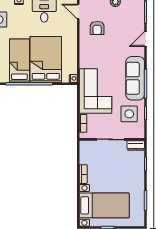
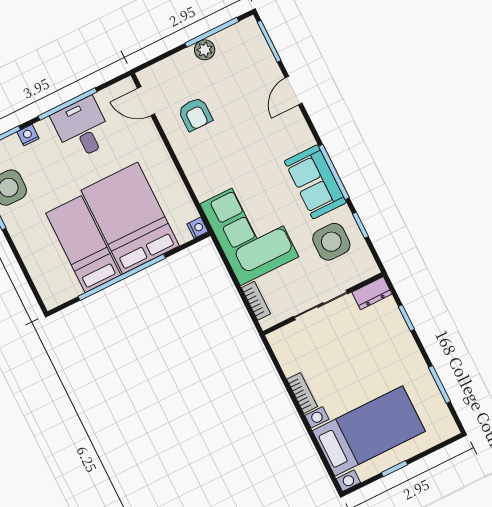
sofa: (135, 78) -> (315, 182), width x0.73

